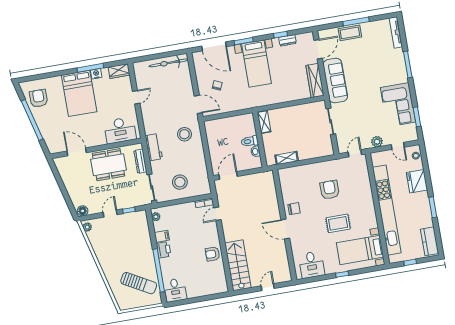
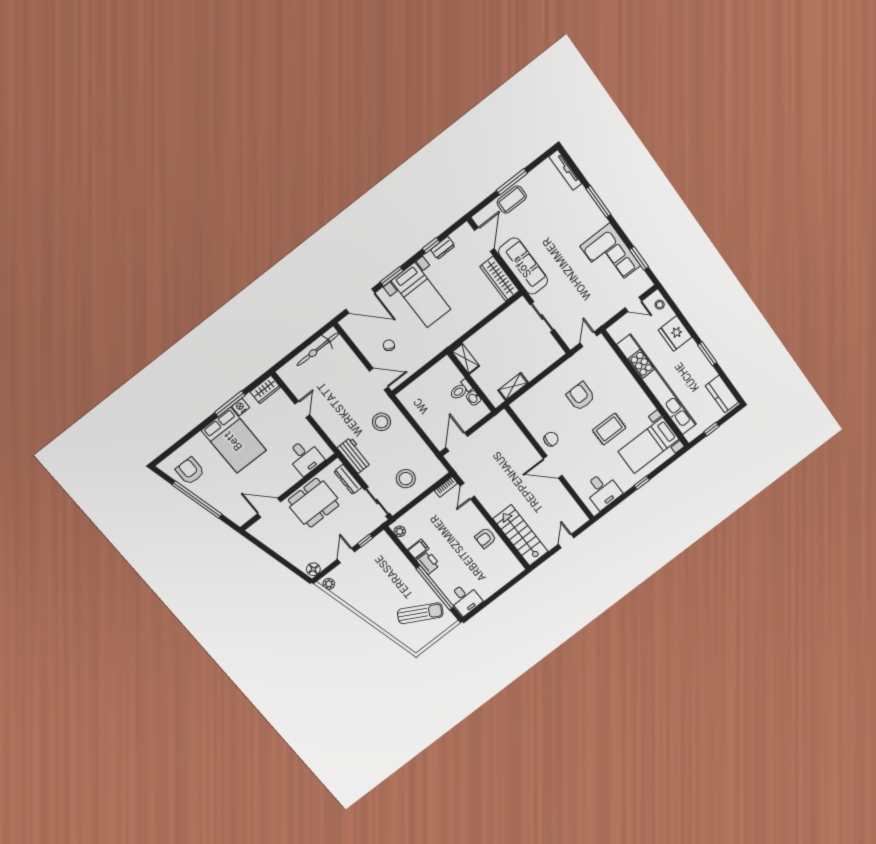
desk: (120, 130) -> (305, 457), width x0.73
plant: (377, 142) -> (607, 312), removed

